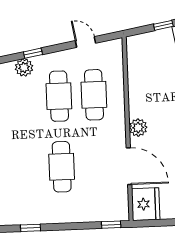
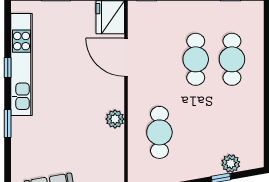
cafe table: (59, 96) -> (232, 59), moved
plant: (138, 128) -> (115, 119), moved

